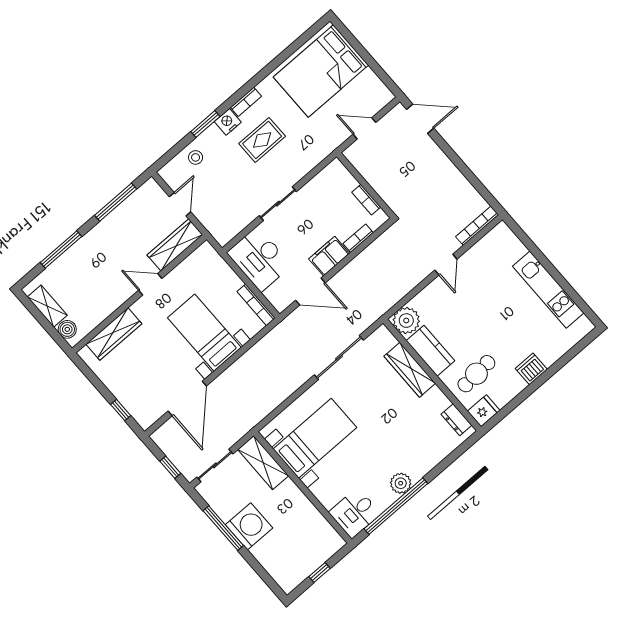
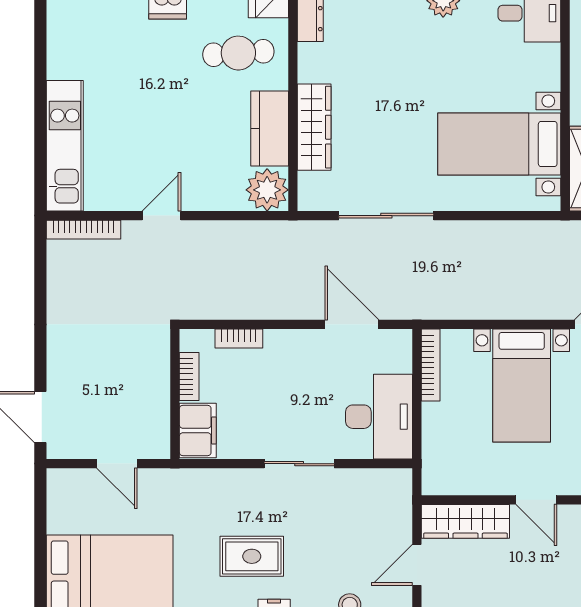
filing cabinet: (329, 256) -> (198, 430), moved, turned -90
kitchen unit: (548, 290) -> (65, 146), moved

